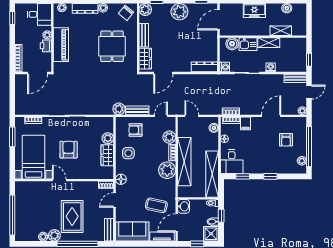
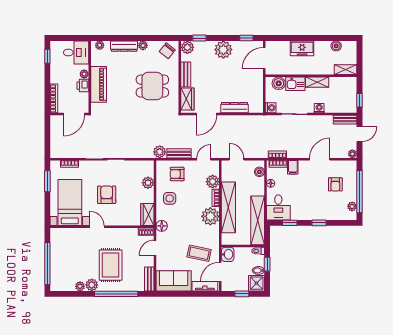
shelving: (281, 31) -> (346, 70), moved
dining table: (112, 46) -> (152, 86), turned 90
dresser: (204, 67) -> (235, 108), moved
wardrobe: (107, 155) -> (147, 215), moved

